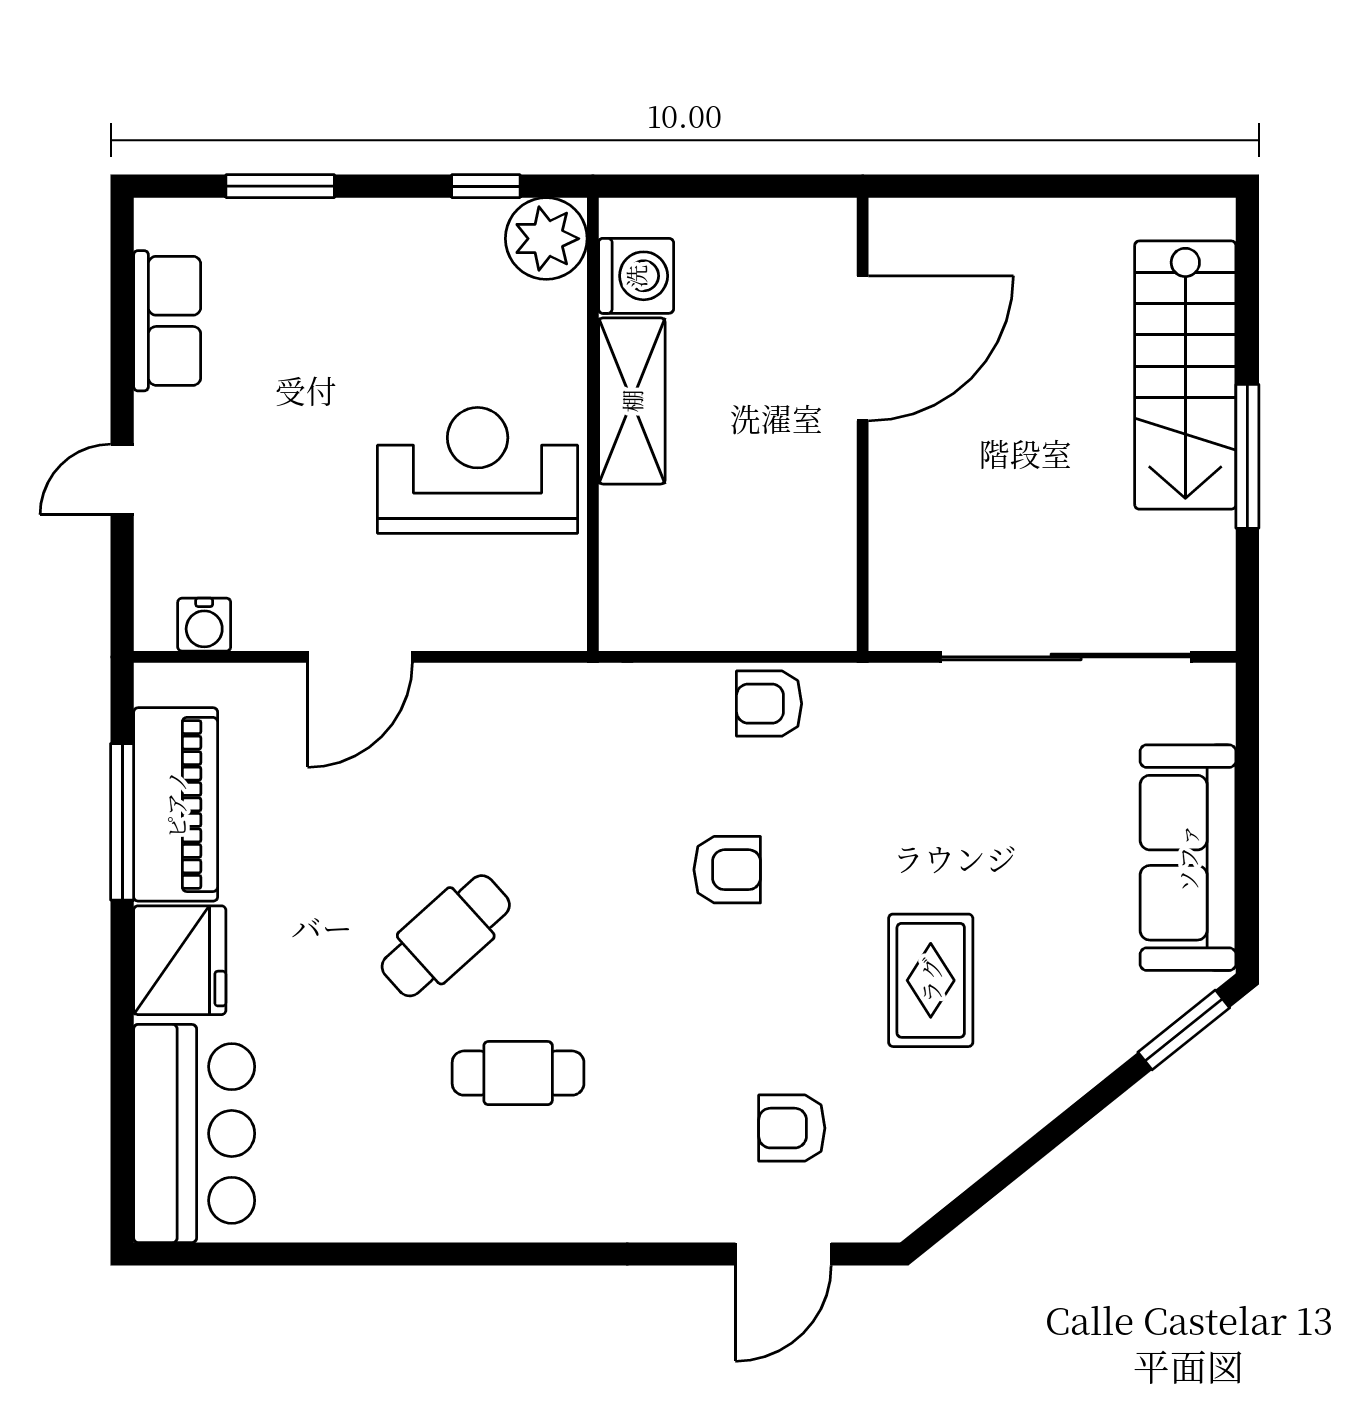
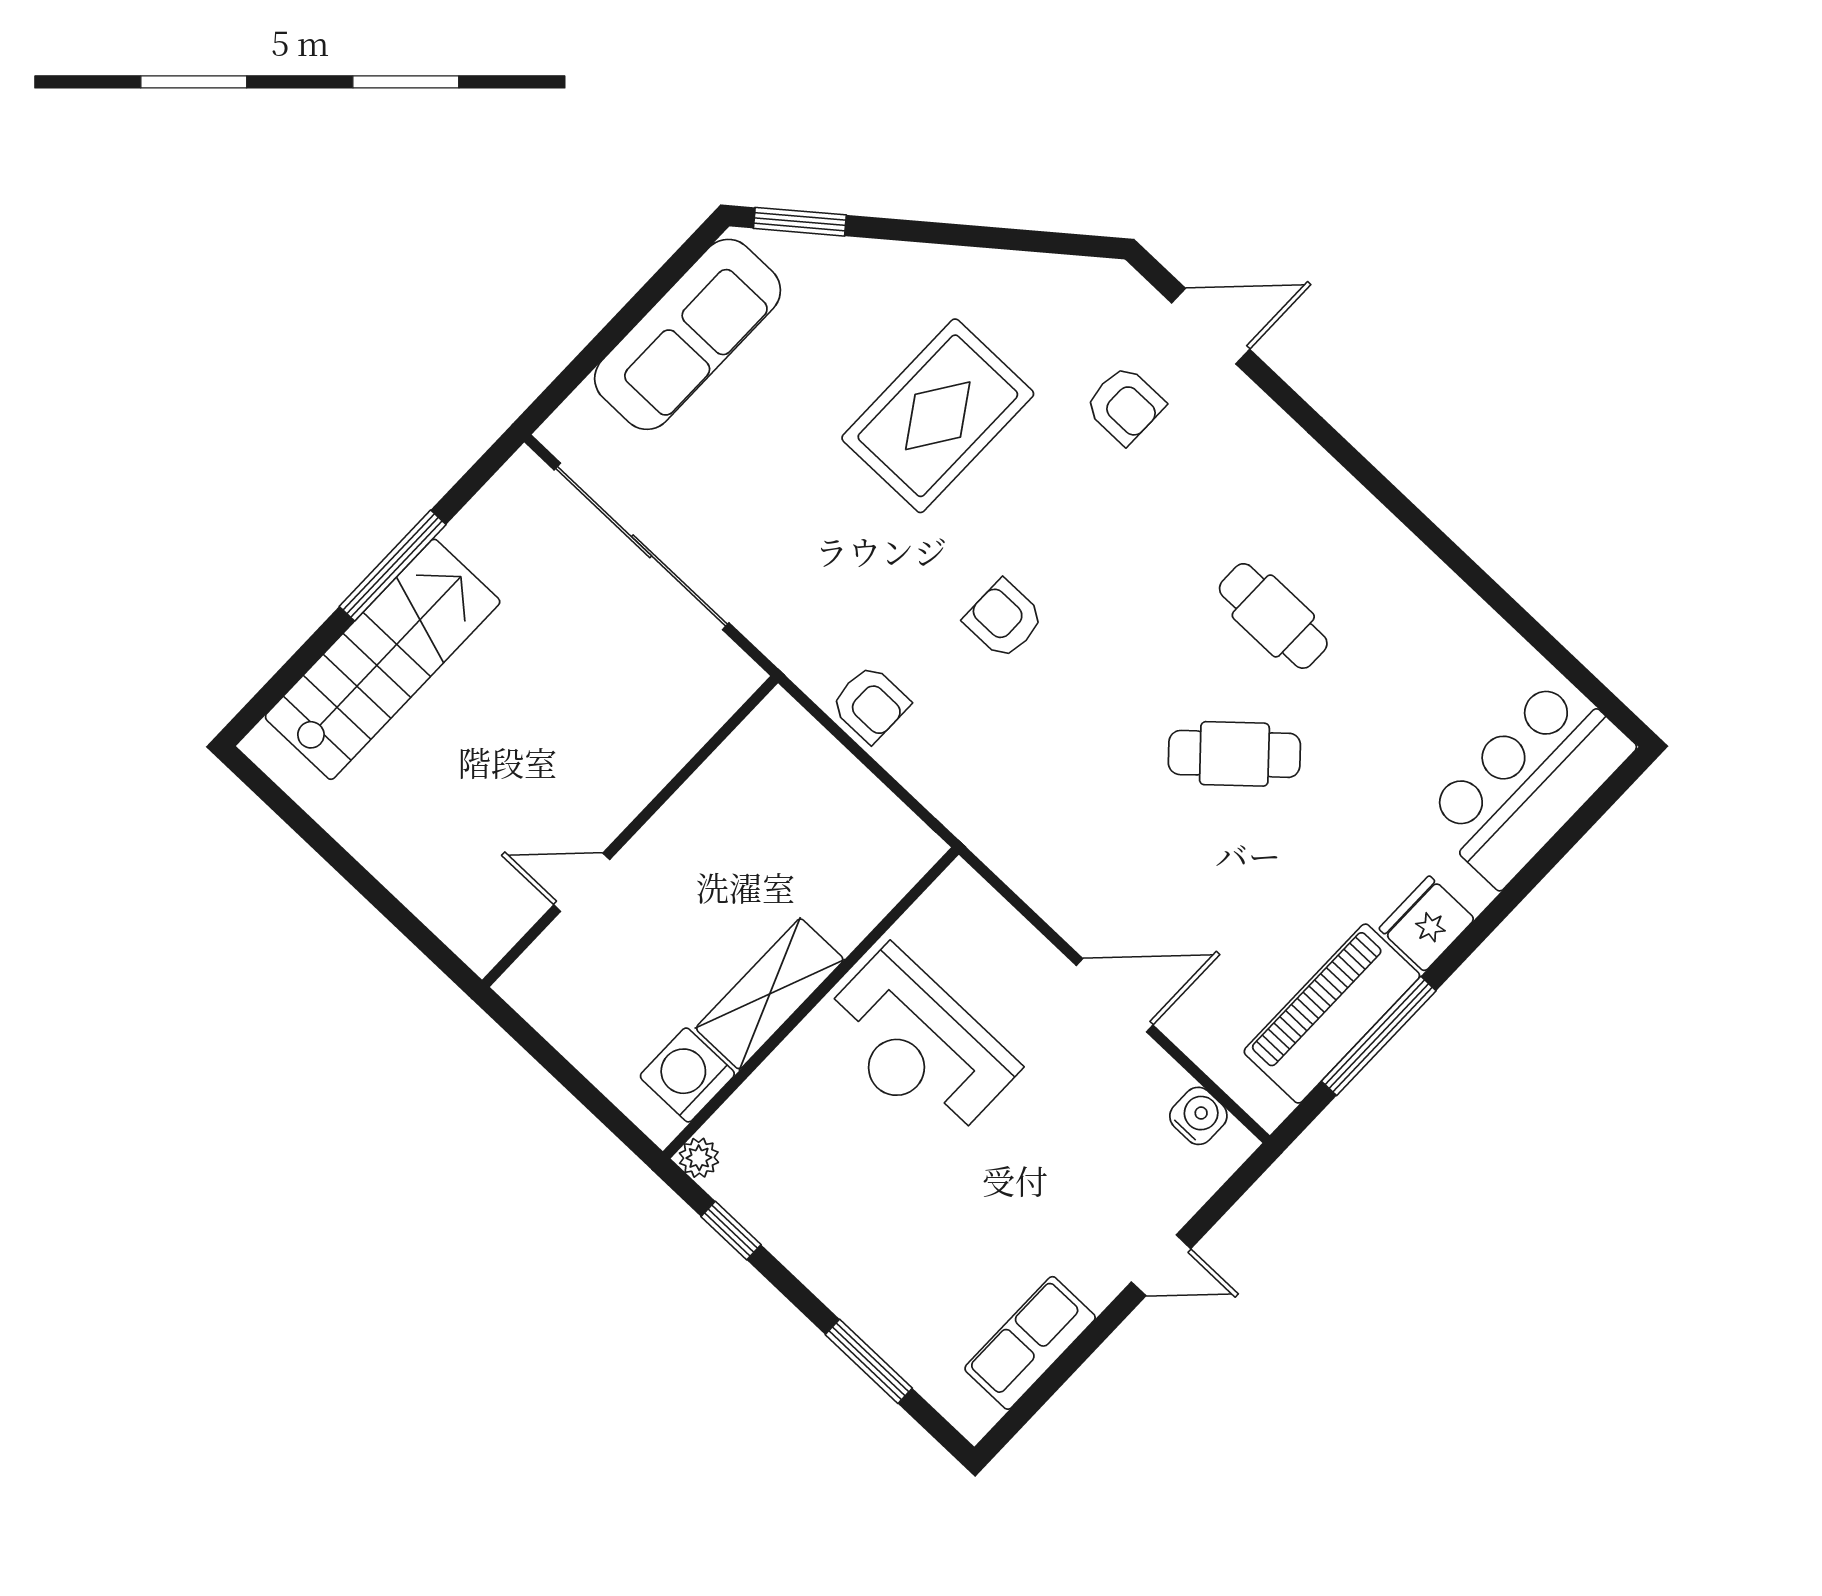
plant: (546, 239) -> (699, 1158), width x0.53, depth x0.53
door: (863, 348) -> (582, 882), width x0.53
fridge: (180, 960) -> (1427, 924), width x0.73, depth x0.75
rug: (931, 980) -> (938, 416), width x1.36, depth x1.43

